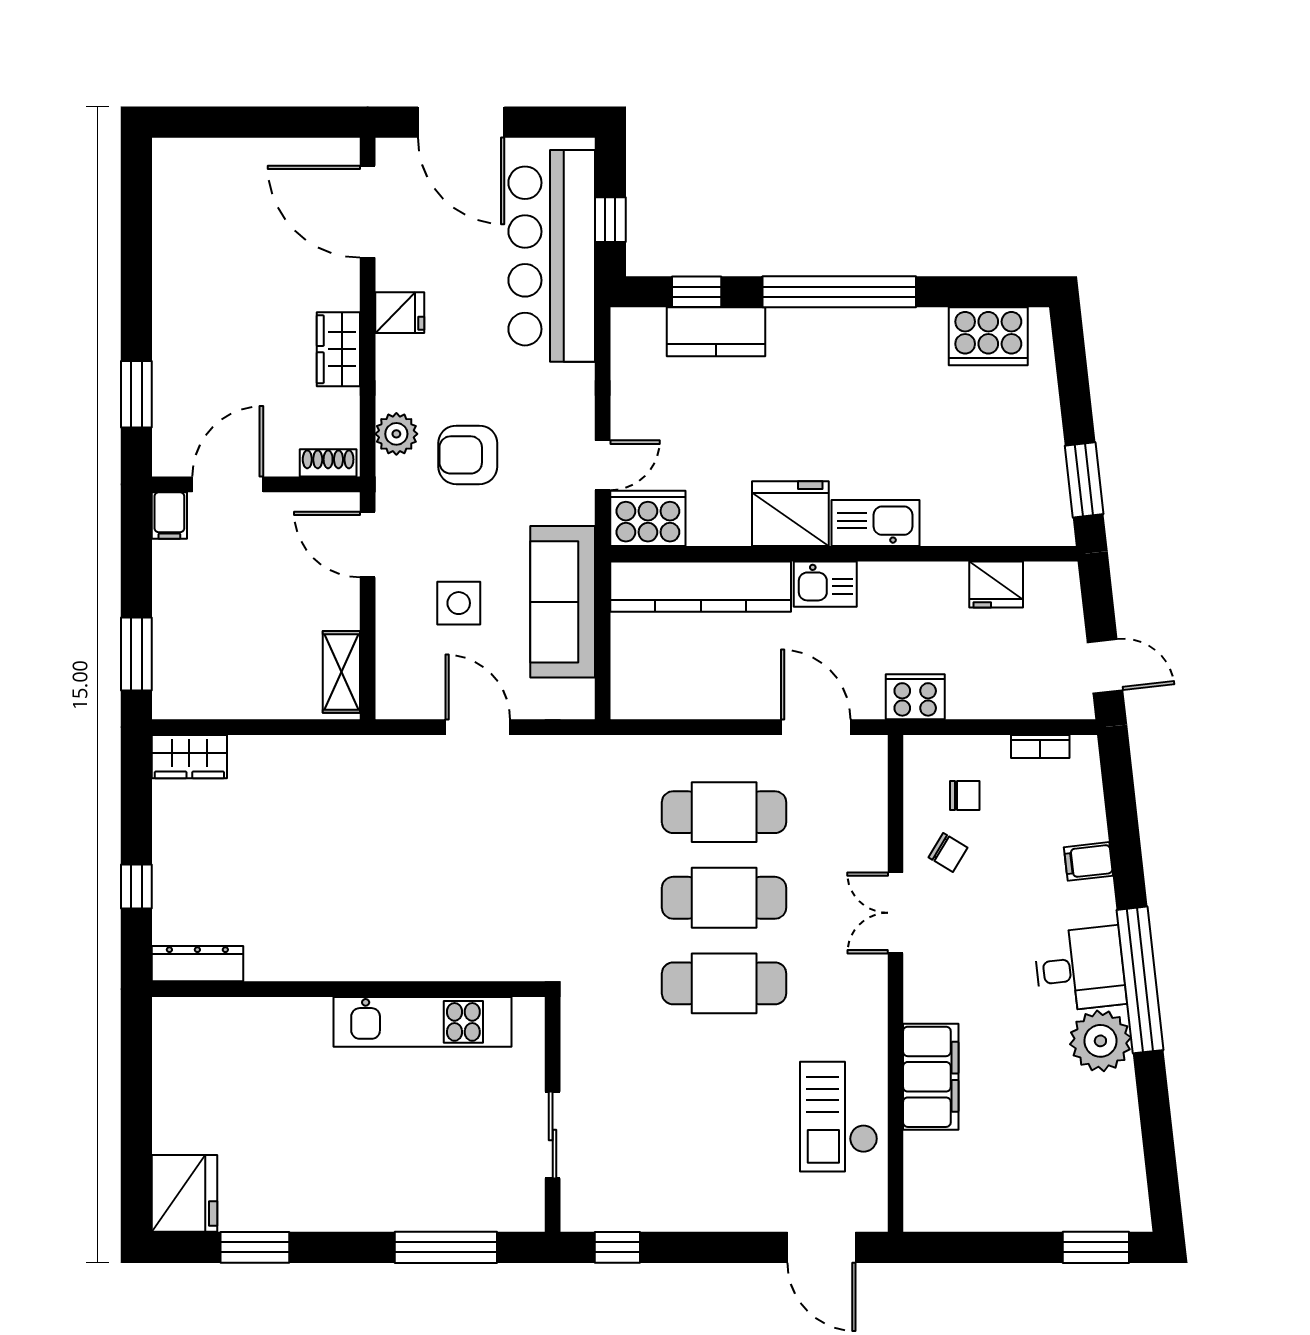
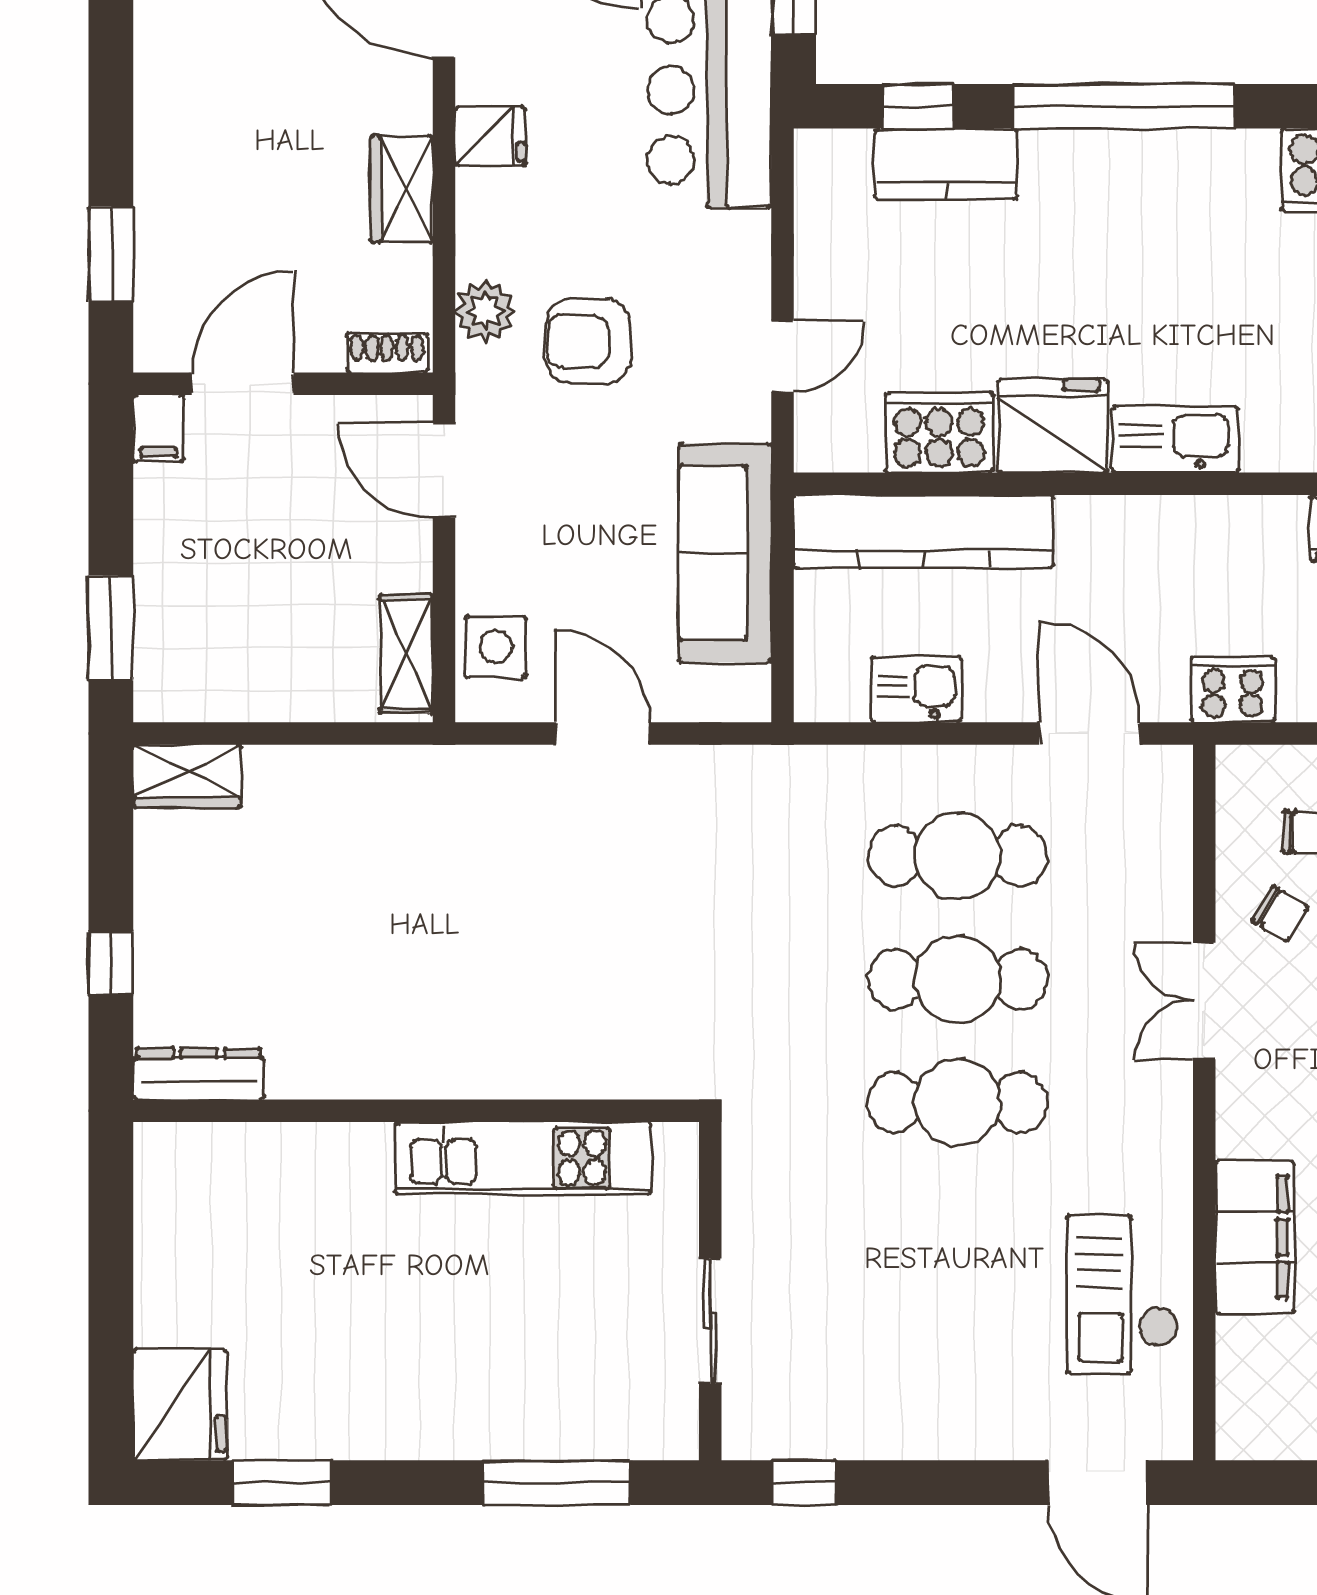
cooker: (648, 518) -> (939, 433), moved
kitchen sink: (825, 584) -> (917, 690), moved, turned 180
side table: (459, 603) -> (496, 647), moved

